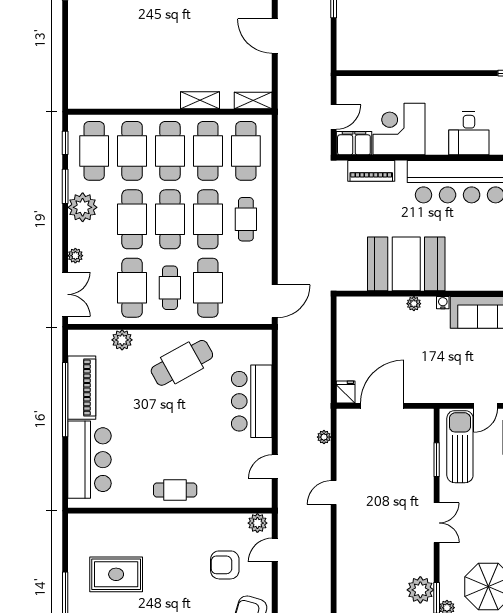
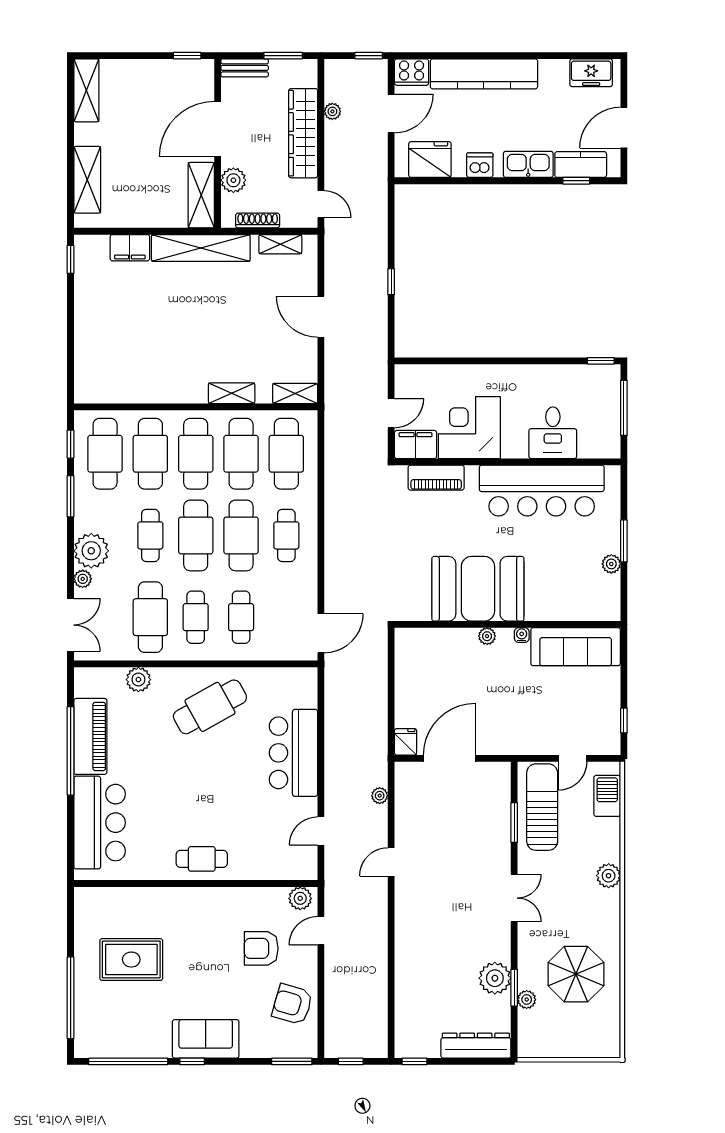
plant: (83, 207) -> (91, 551), moved
cafe table: (132, 219) -> (150, 535), width x0.73, depth x0.74
cafe table: (208, 288) -> (241, 617), width x0.73, depth x0.74

